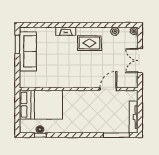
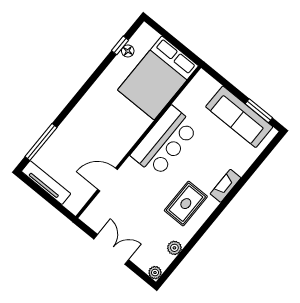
bar counter: (68, 77) -> (165, 141), added
door: (108, 89) -> (108, 180), swing flipped

